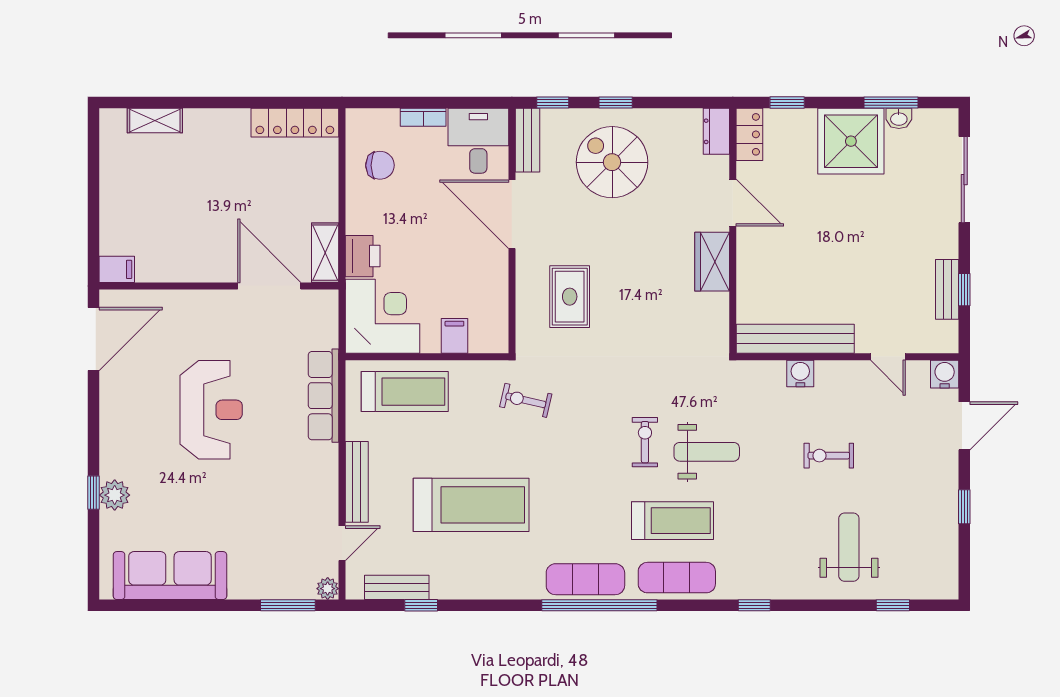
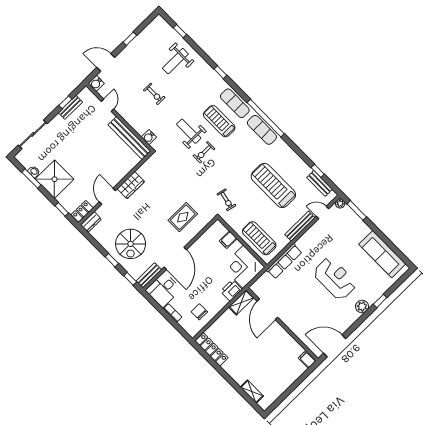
water cooler: (800, 373) -> (149, 137), moved
reception desk: (211, 410) -> (335, 279), moved, turned 90
plant: (115, 495) -> (362, 306), moved

